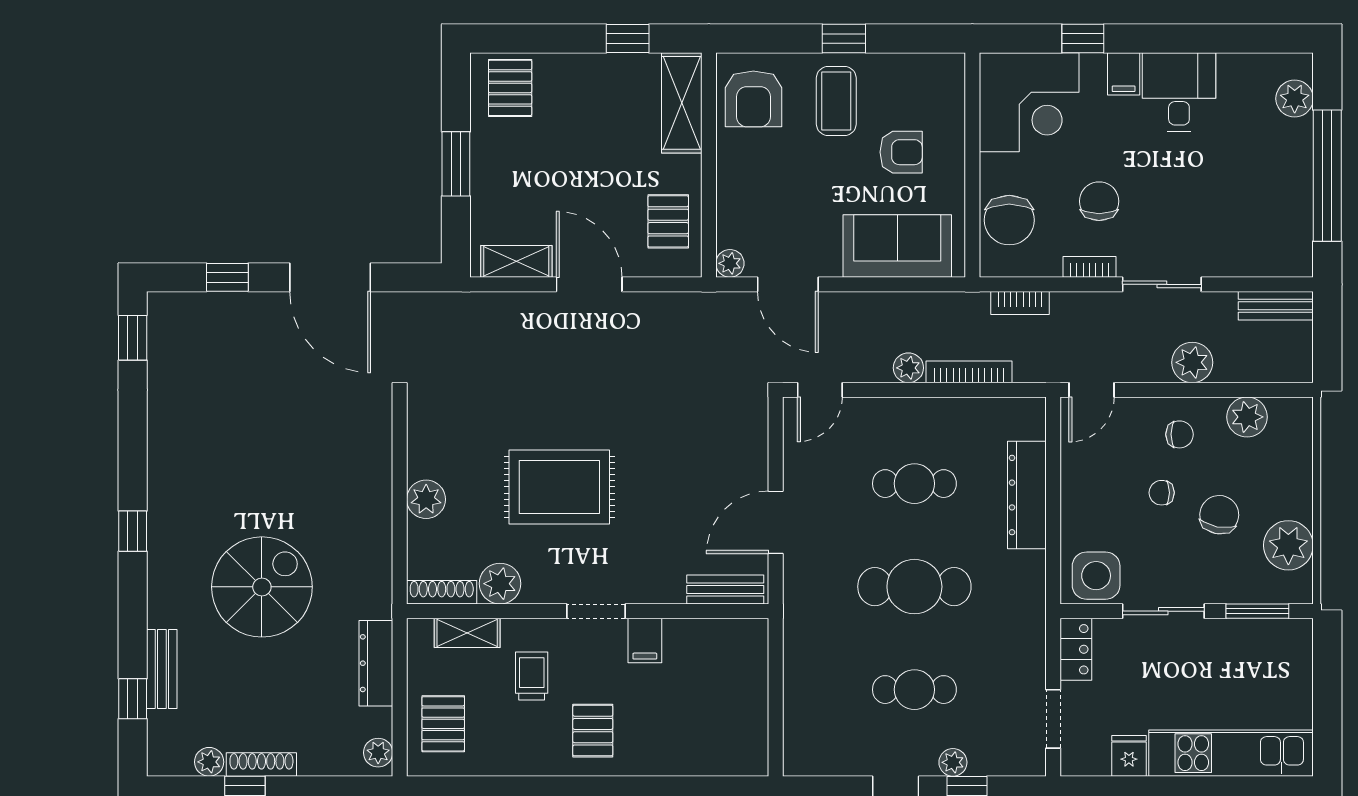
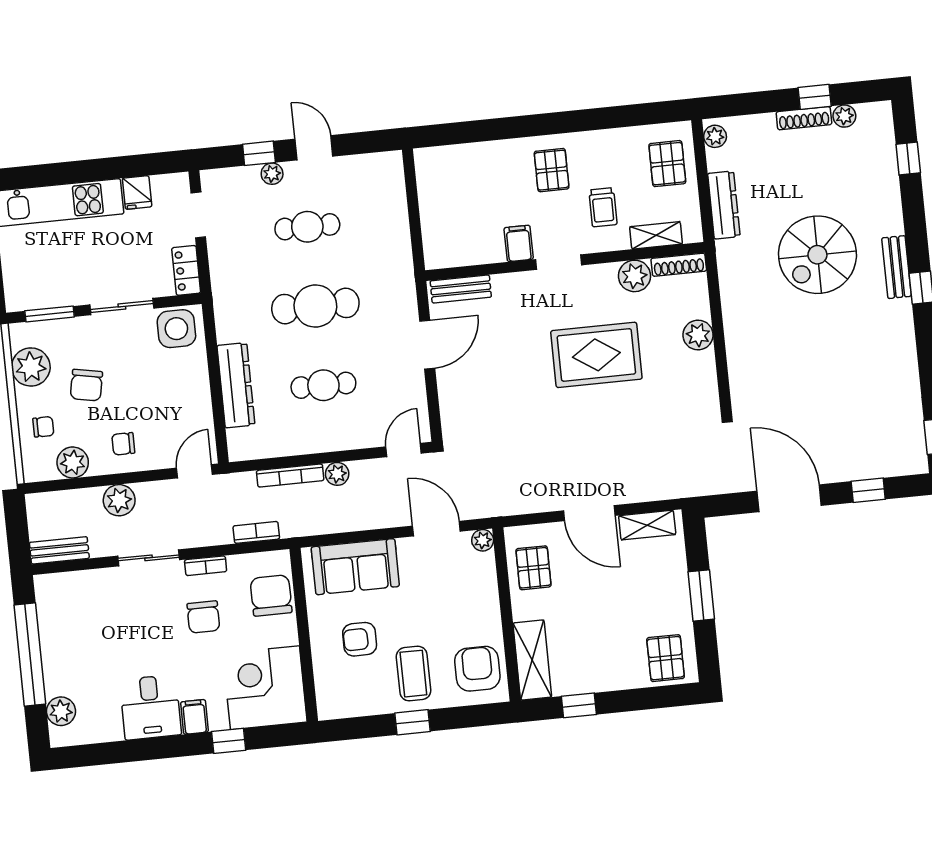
chair: (1162, 493) -> (43, 427), moved
bench: (162, 669) -> (897, 267), moved

